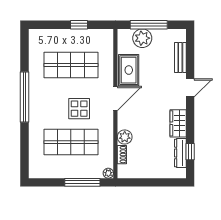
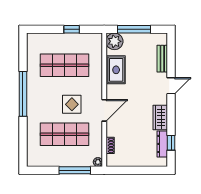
plant: (142, 38) -> (114, 41), moved
door: (115, 98) -> (104, 110), moved
plant: (125, 137) -> (112, 130), removed

